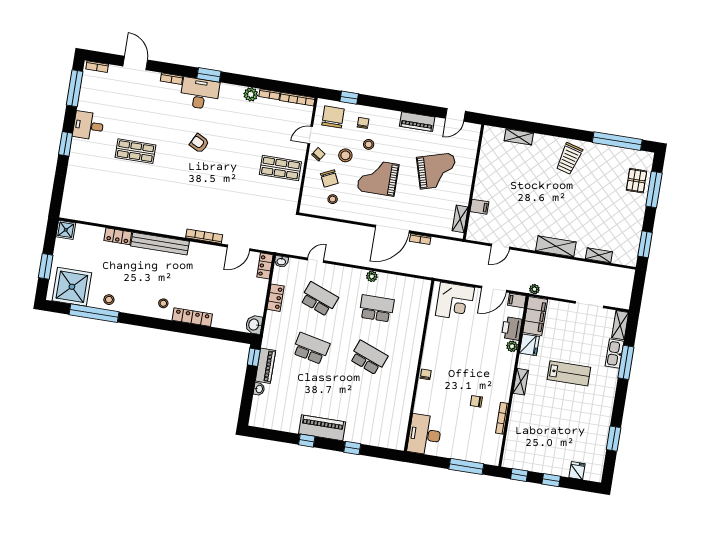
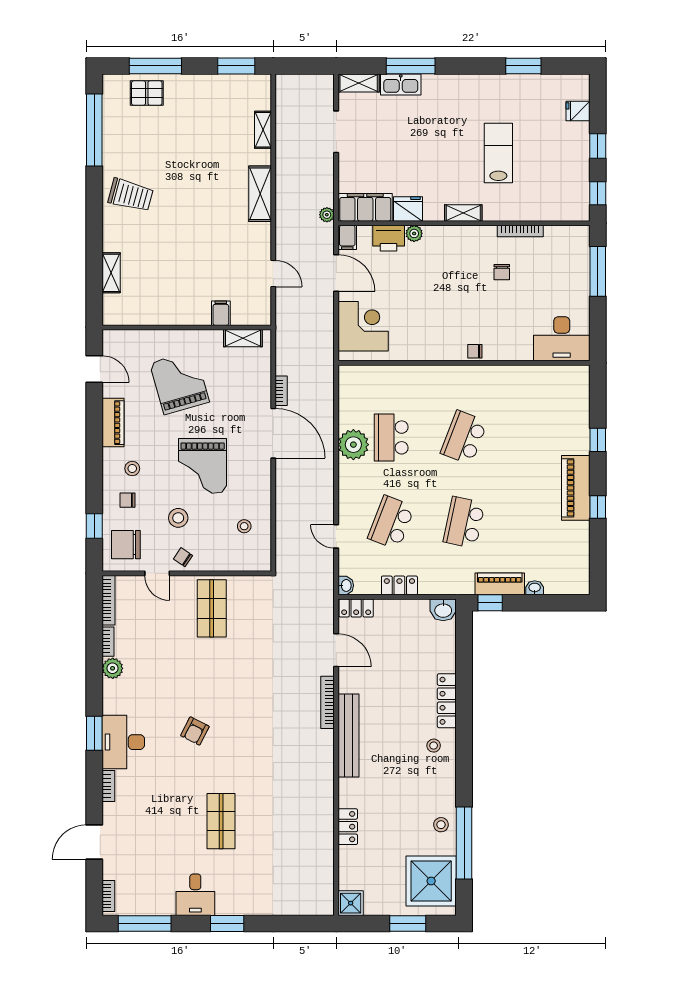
stool: (369, 144) -> (132, 468), moved
chair: (329, 178) -> (215, 536), removed
bench: (160, 244) -> (349, 735), moved
plant: (372, 276) -> (353, 445), width x1.88, depth x1.88
lab bench: (569, 373) -> (498, 153), moved

